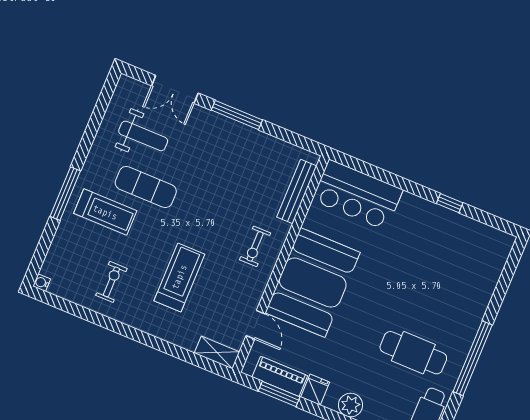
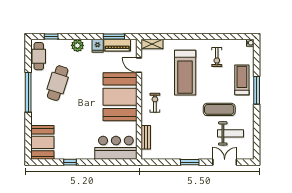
window: (237, 115) -> (190, 162), width x0.69
weight bench: (143, 136) -> (231, 133), turned 180
bench: (297, 192) -> (146, 137), width x0.73
treadmill: (105, 212) -> (242, 80), moved, turned 90
booth: (484, 259) -> (42, 142), added
treadmill: (179, 277) -> (185, 73), width x1.37, depth x1.38
cafe table: (413, 353) -> (58, 83), turned -72

